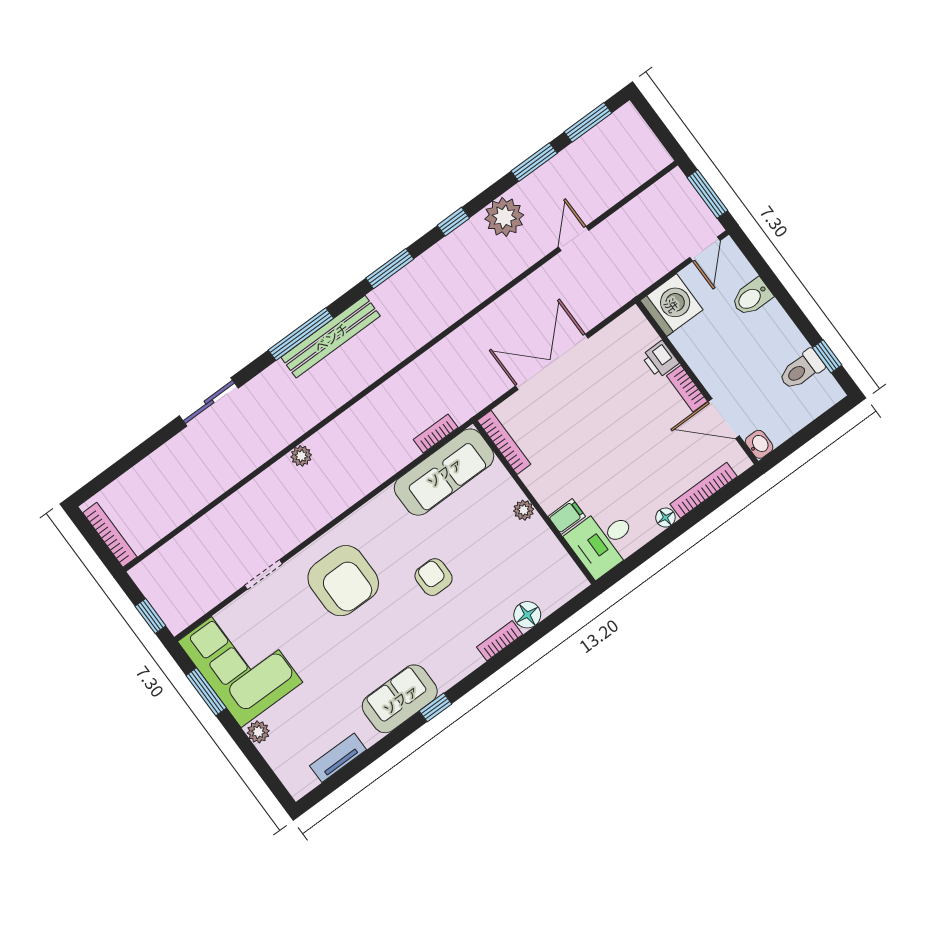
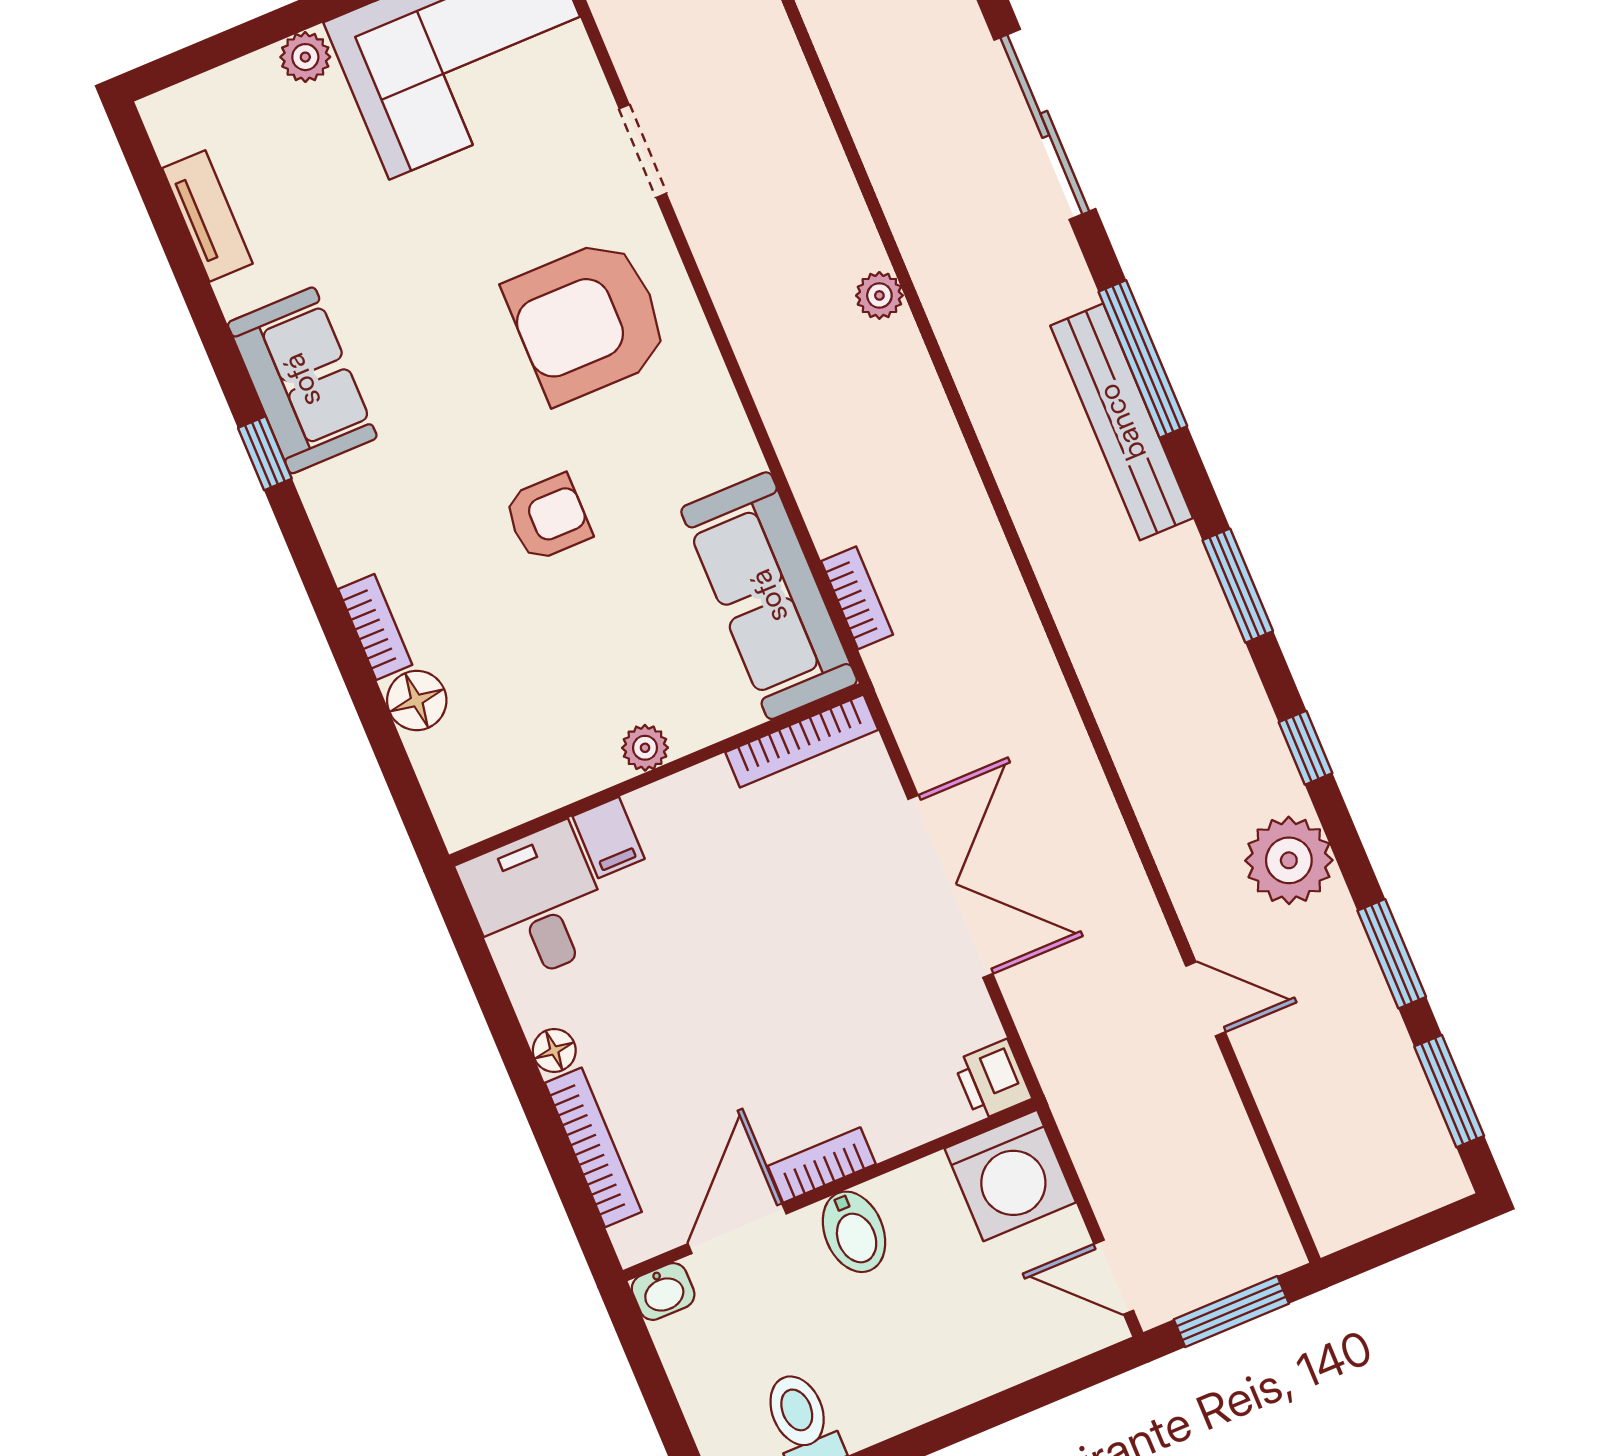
bidet: (752, 297) -> (854, 1232), moved, turned 180
printer: (660, 359) -> (993, 1080), moved, turned -90
sliding door: (209, 402) -> (1045, 124), width x1.37

